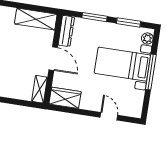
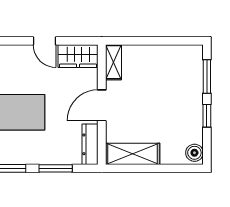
door: (53, 59) -> (102, 105), hinge flipped
door: (109, 116) -> (44, 41), moved

